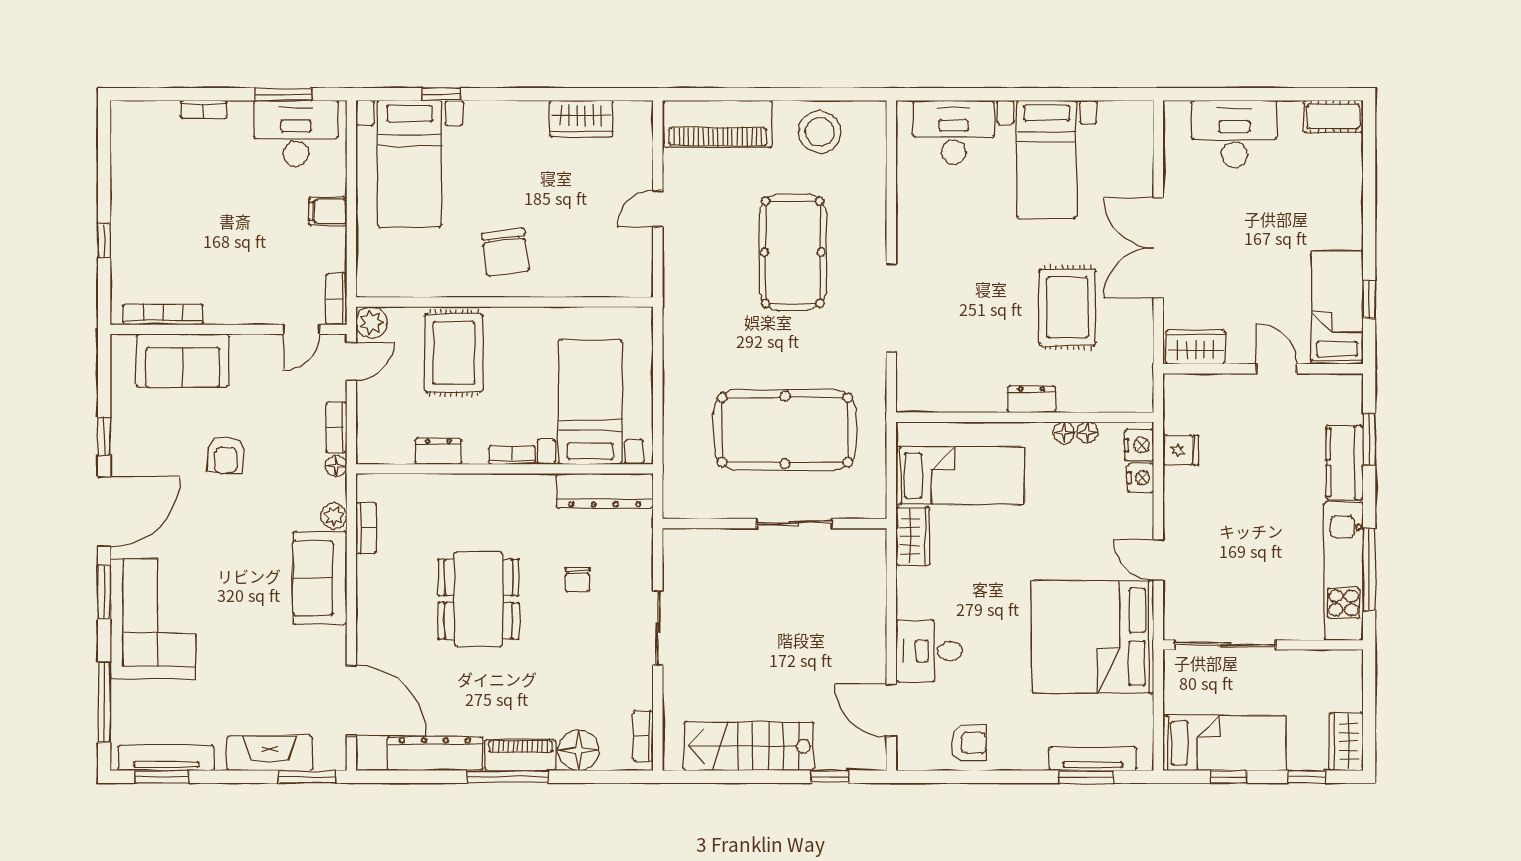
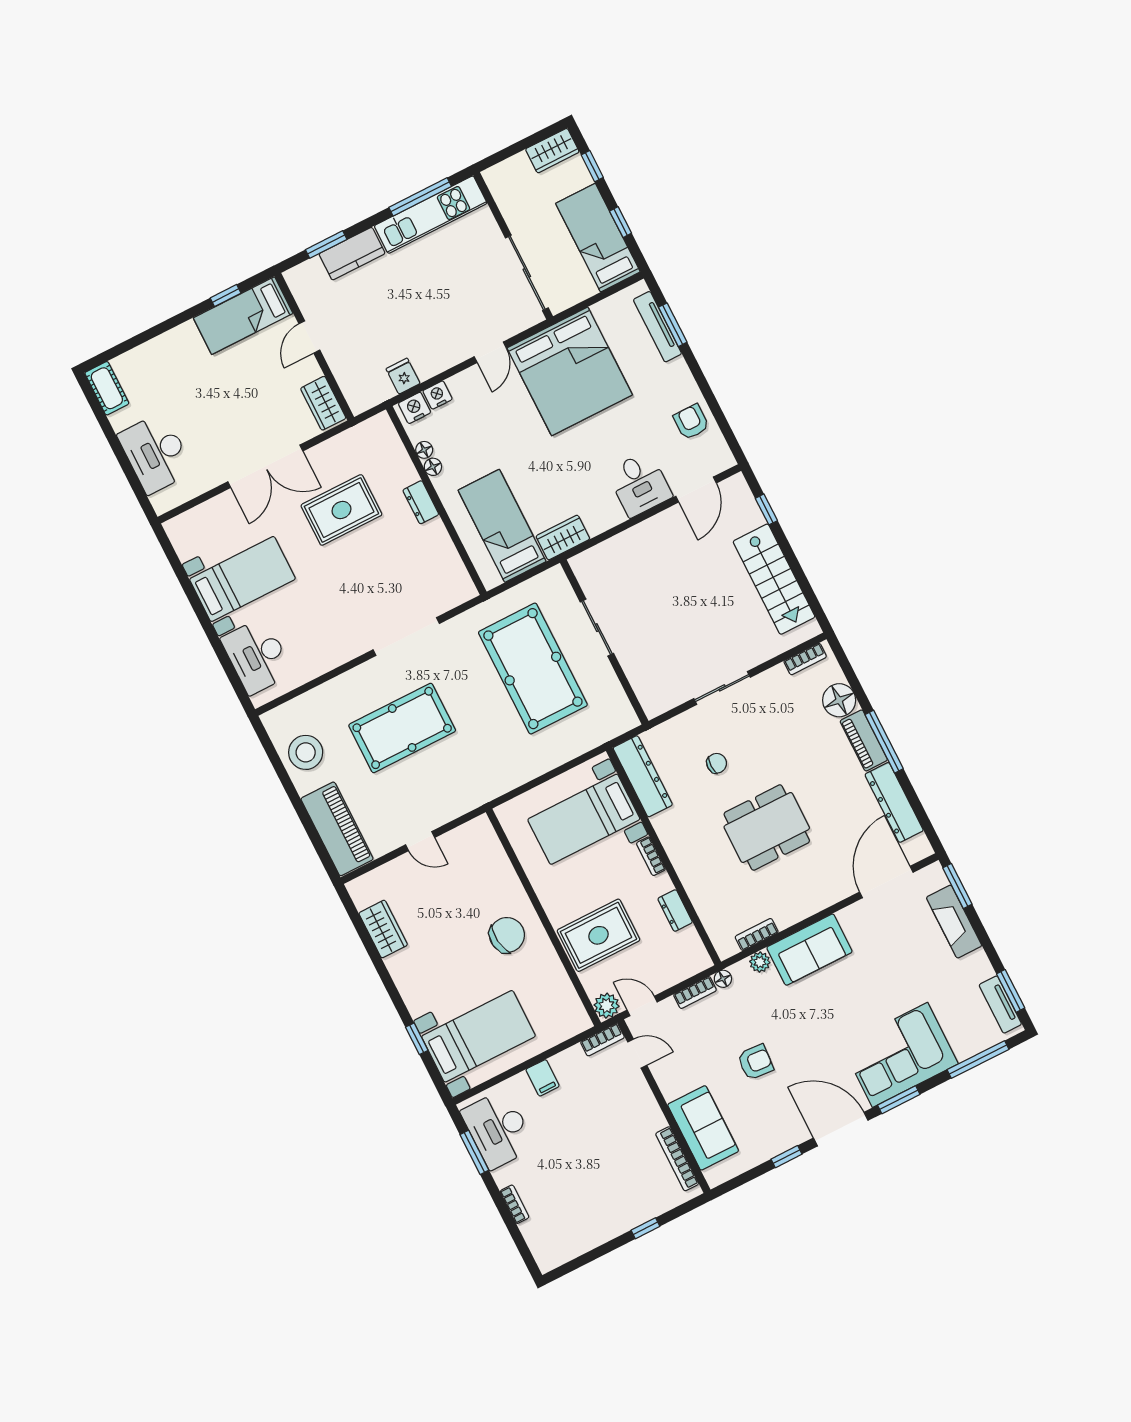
tv unit: (166, 758) -> (1000, 1005), width x0.71

